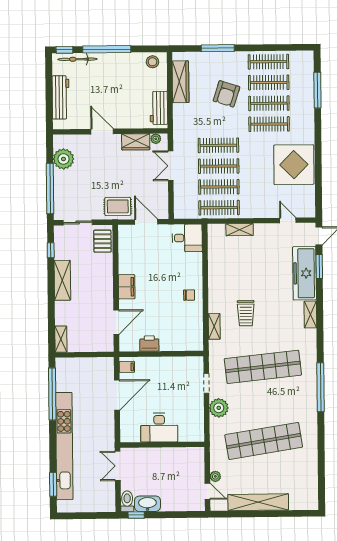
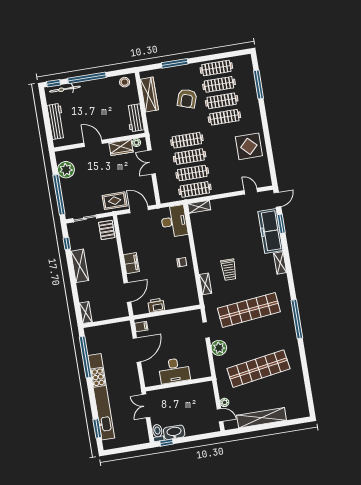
display table: (294, 165) -> (249, 146), width x0.73, depth x0.73
shelving: (240, 230) -> (199, 207), moved
desk: (187, 238) -> (174, 221), width x1.37

